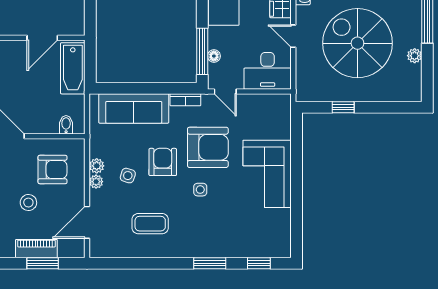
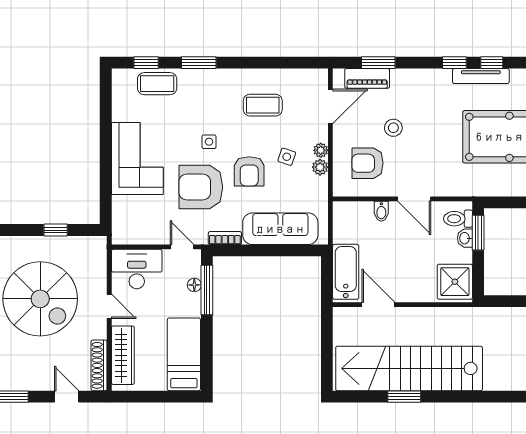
door: (42, 38) -> (378, 305), hinge flipped
bidet: (66, 125) -> (381, 211), moved
coffee table: (249, 244) -> (157, 84), added
piano: (36, 249) -> (367, 78), moved

